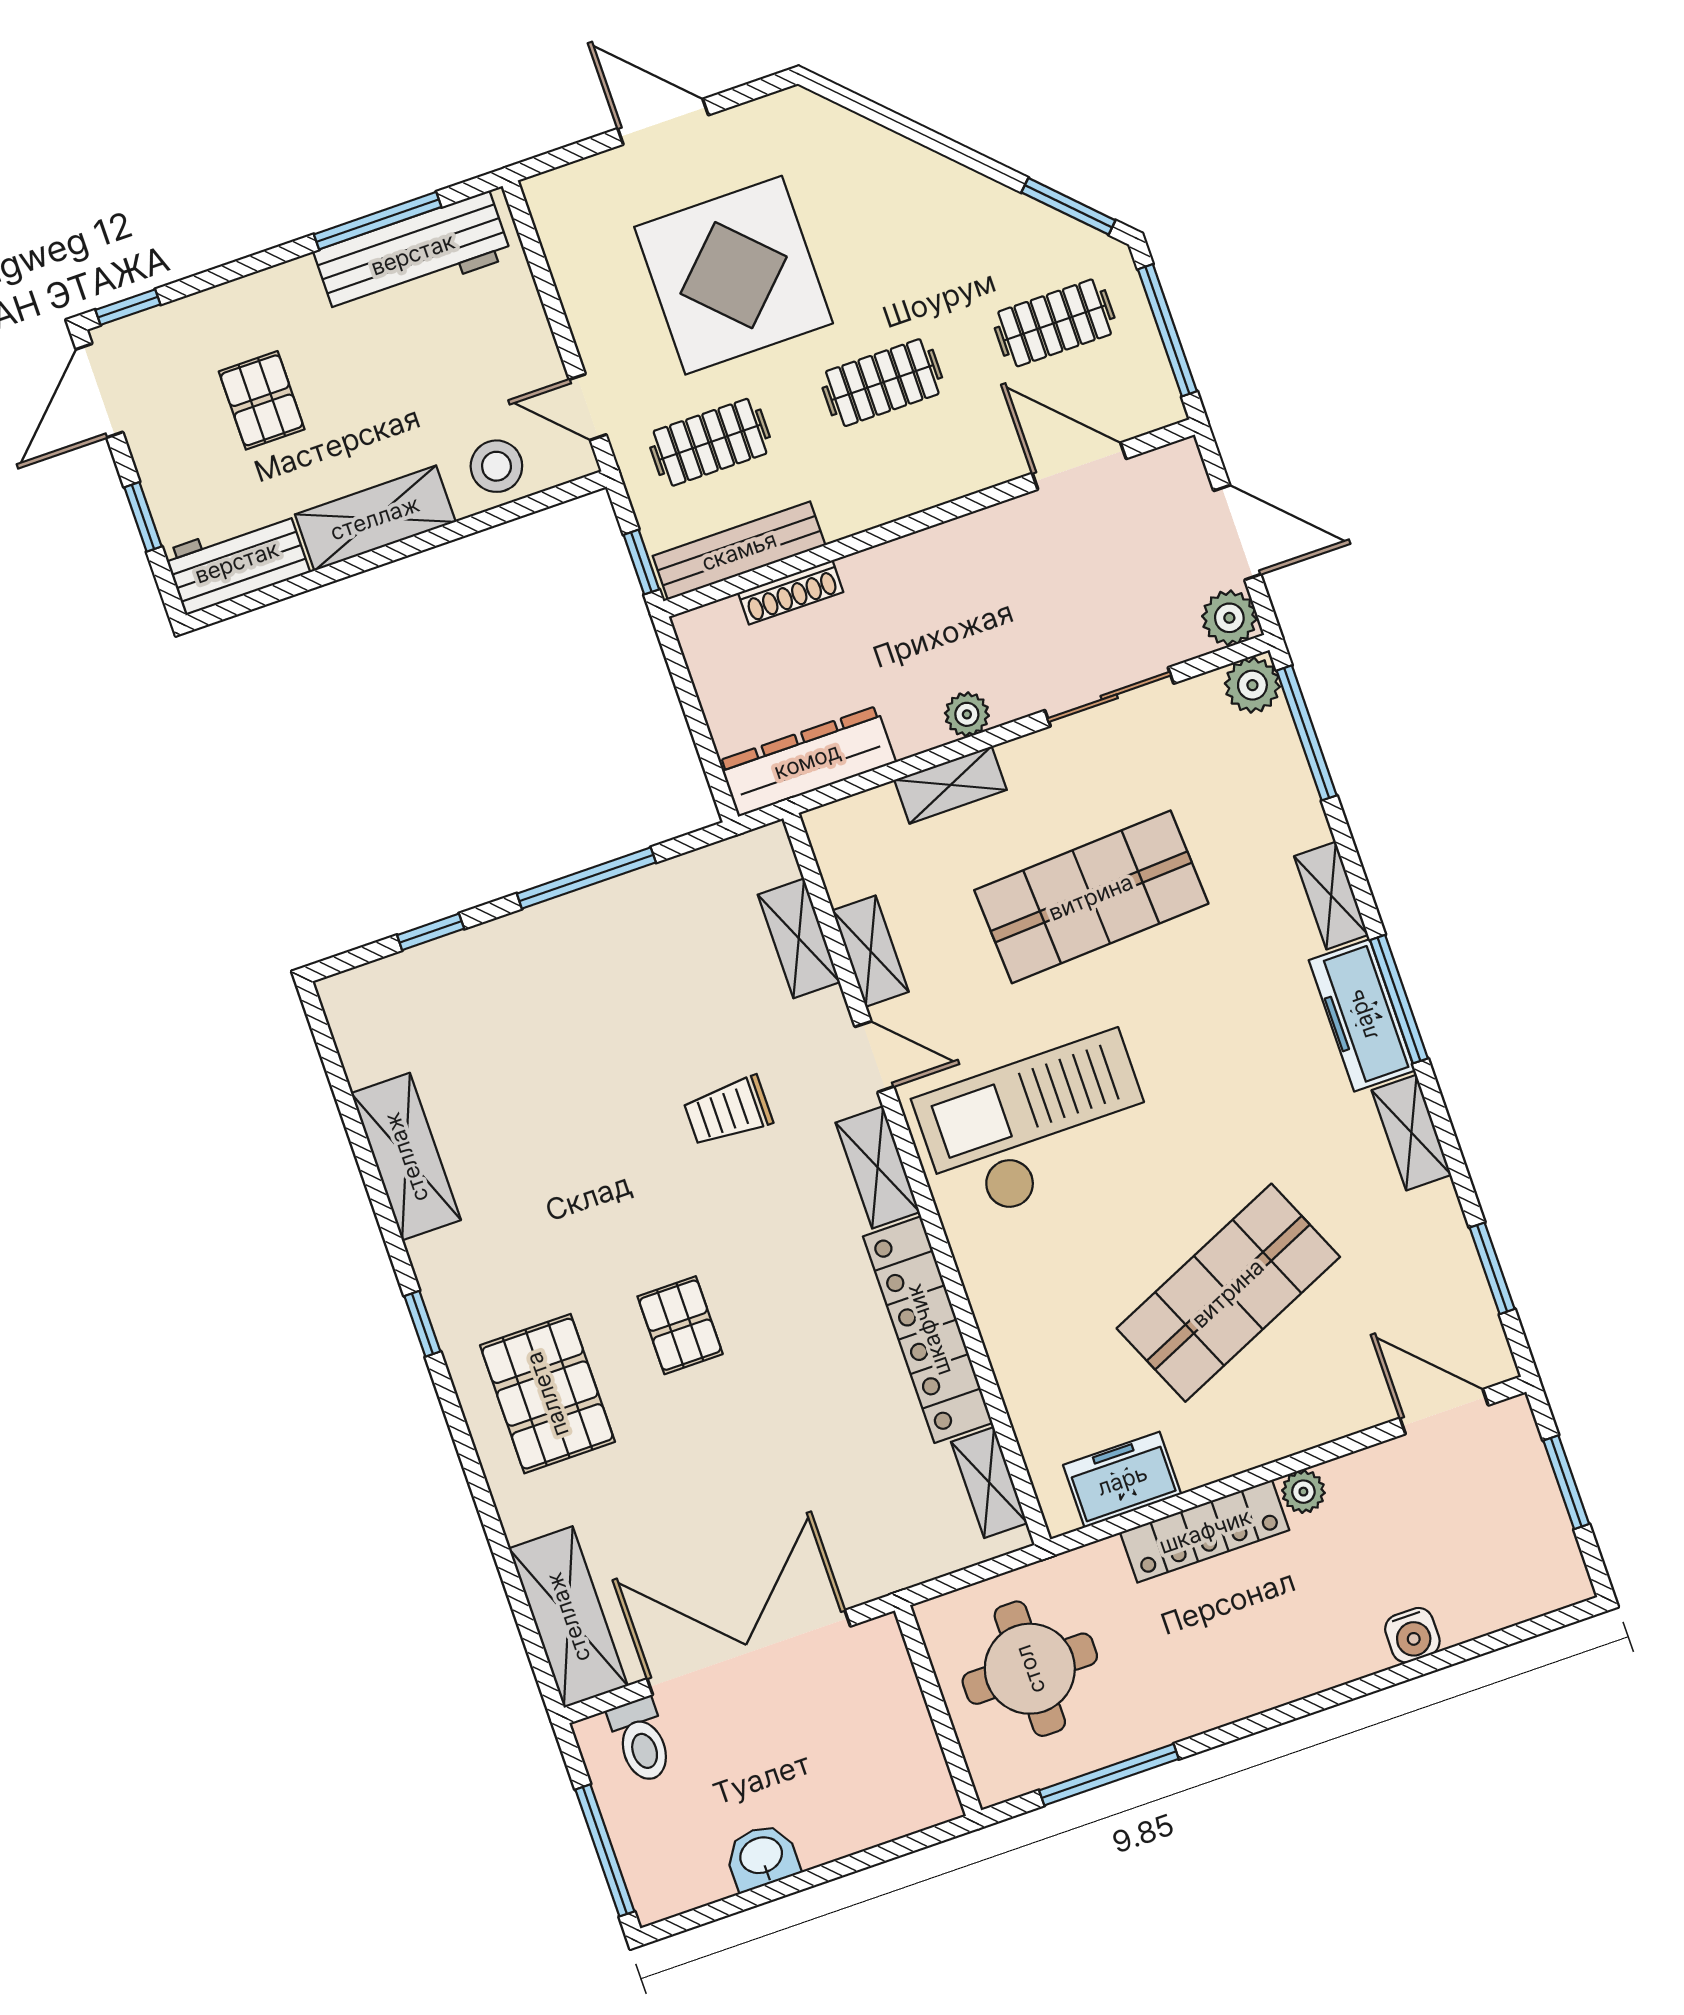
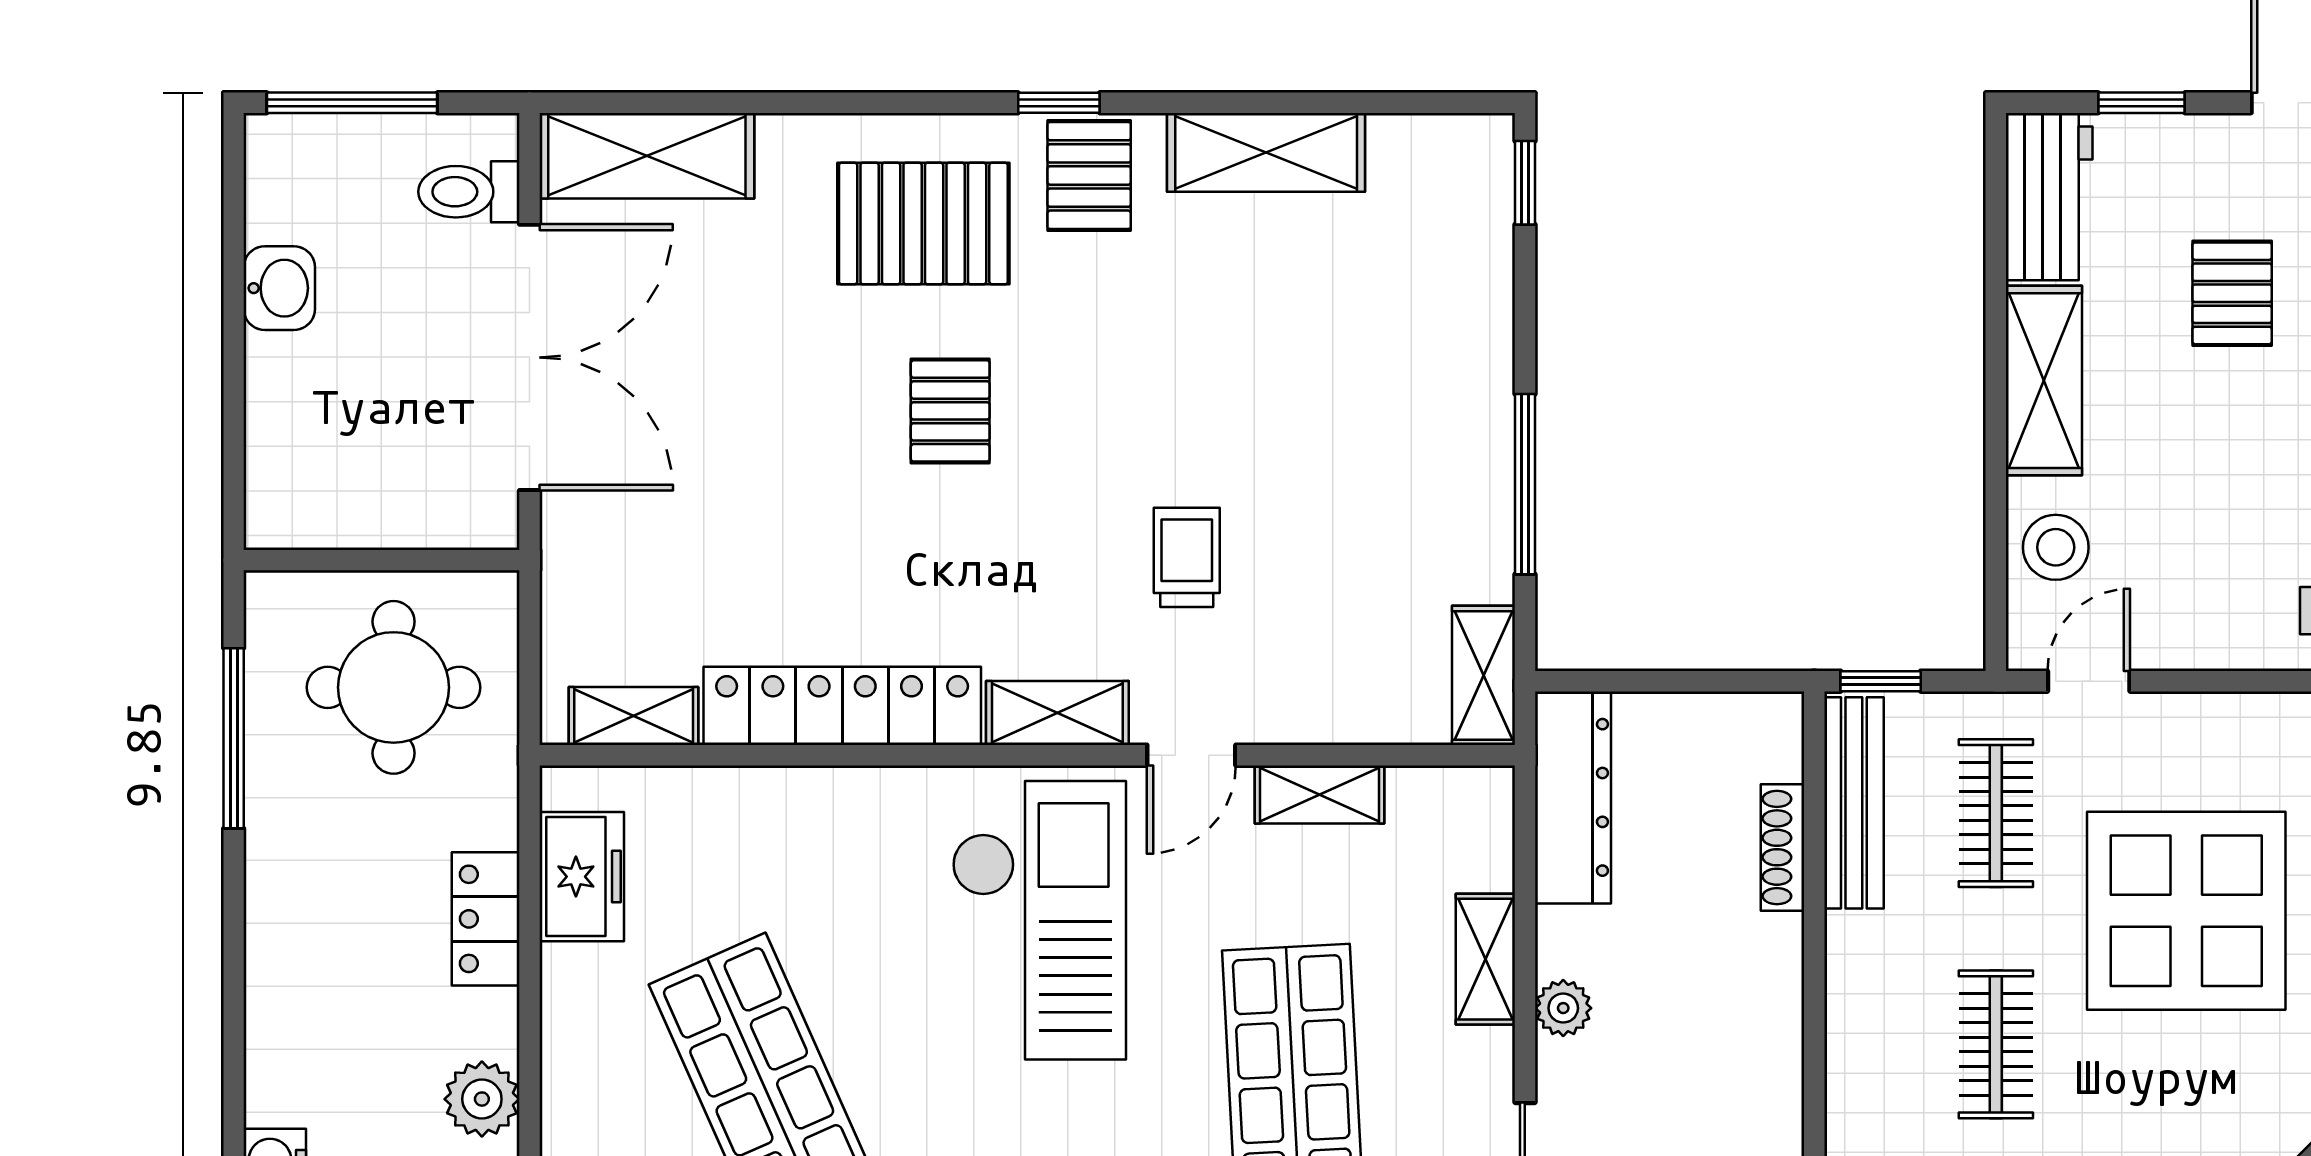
pallet: (262, 400) -> (2232, 293), turned 90
window: (431, 932) -> (1525, 183), moved
shelving: (799, 938) -> (1484, 675), moved, turned 90
pallet: (469, 1282) -> (1089, 175), added
pallet: (680, 1325) -> (950, 411), turned 90
plant: (1303, 1492) -> (482, 1099), width x1.38, depth x1.38
locker: (1205, 1531) -> (486, 919), width x0.66

